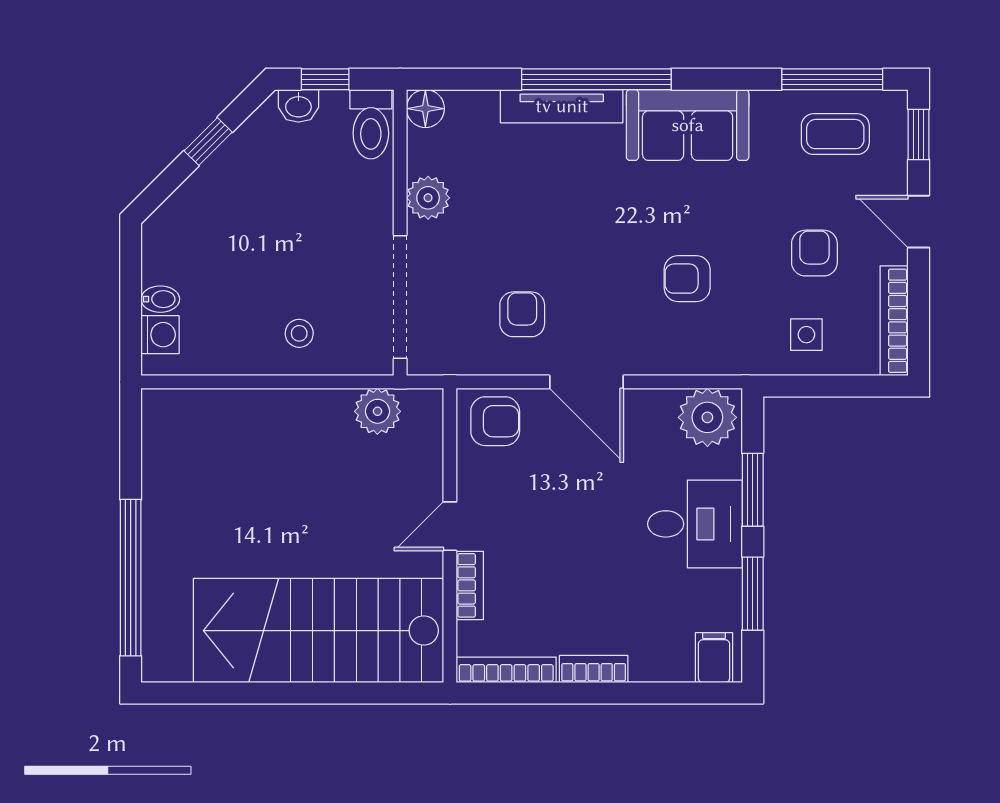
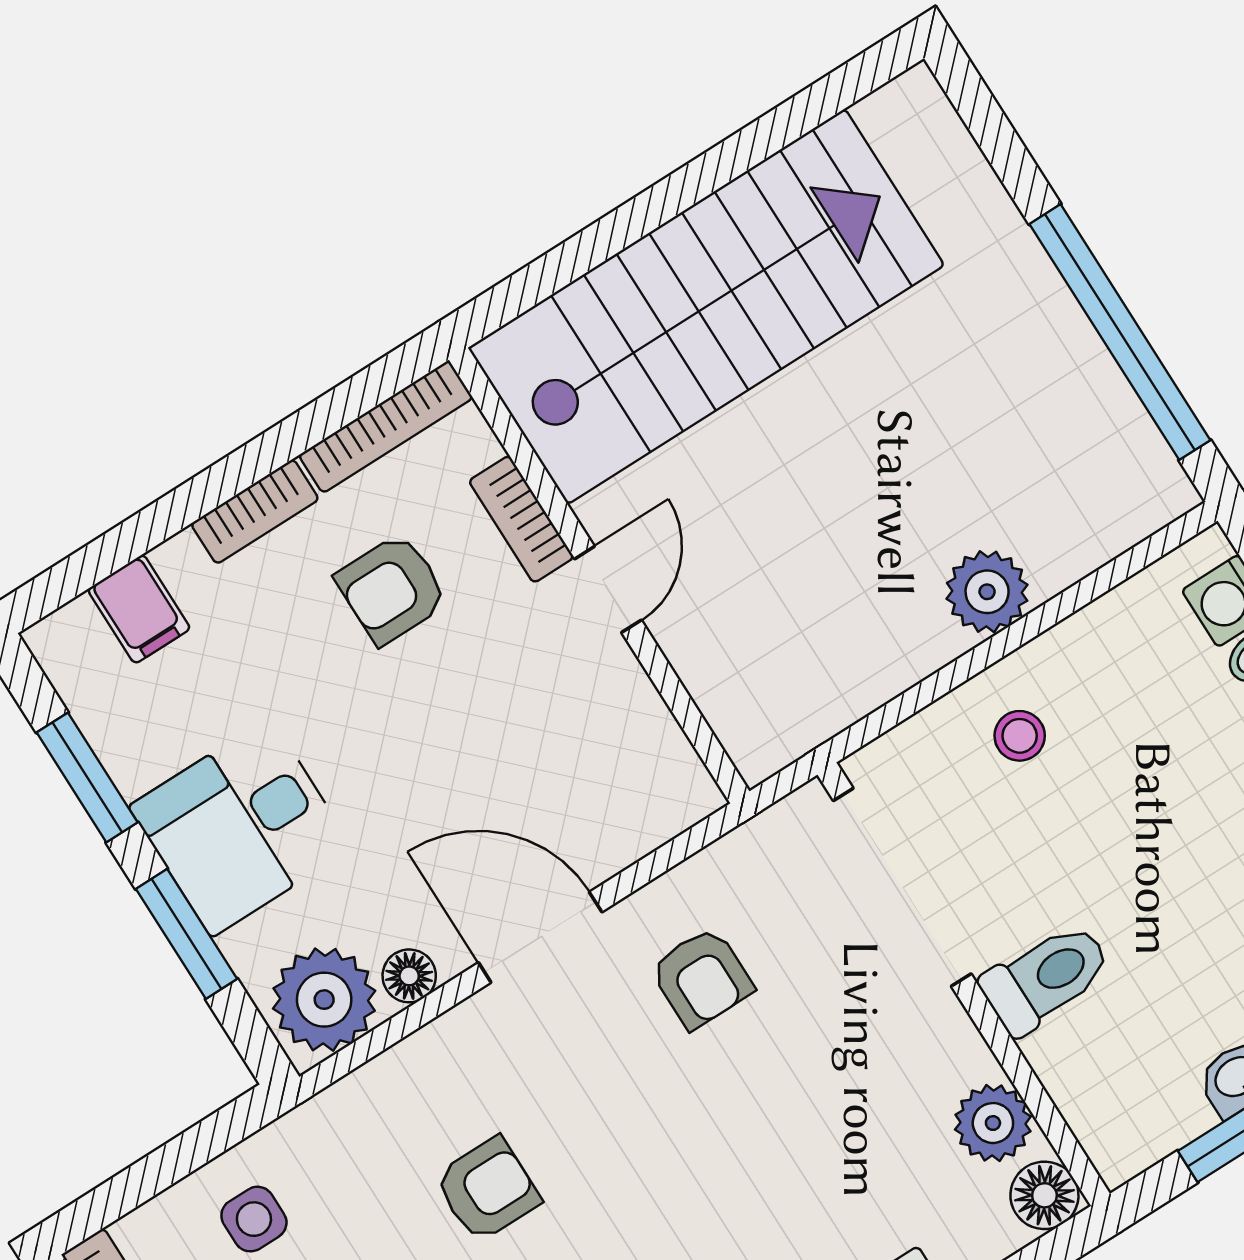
toilet: (371, 124) -> (1046, 978), moved, turned 90
plant: (428, 198) -> (993, 1123), moved
floor lamp: (660, 403) -> (409, 976), added
plant: (377, 411) -> (987, 592), moved
armchair: (495, 421) -> (392, 589), moved
window: (131, 578) -> (1120, 332), moved
filing cabinet: (714, 658) -> (139, 609), moved

